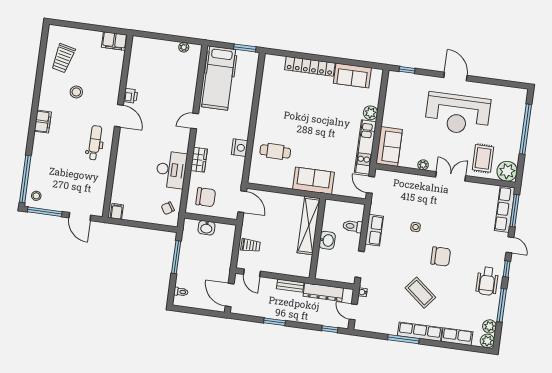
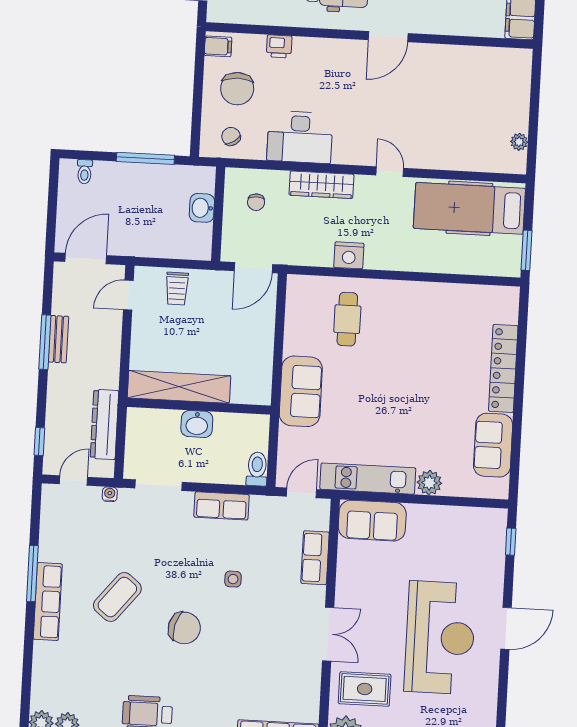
printer: (131, 96) -> (279, 46), moved
reception desk: (458, 114) -> (440, 638), turned 180
wardrobe: (199, 160) -> (321, 185), width x1.50
plant: (423, 165) -> (344, 584), removed
chair: (206, 197) -> (256, 202), width x0.54, depth x0.54
chair: (141, 203) -> (237, 89), added
shelving: (309, 225) -> (179, 387), moved
toilet: (353, 226) -> (257, 469), moved
chair: (441, 256) -> (184, 628), turned -75
bench: (290, 286) -> (58, 339), moved
window: (274, 322) -> (45, 342), width x1.44
row of seats: (457, 337) -> (315, 558), moved, turned 180

